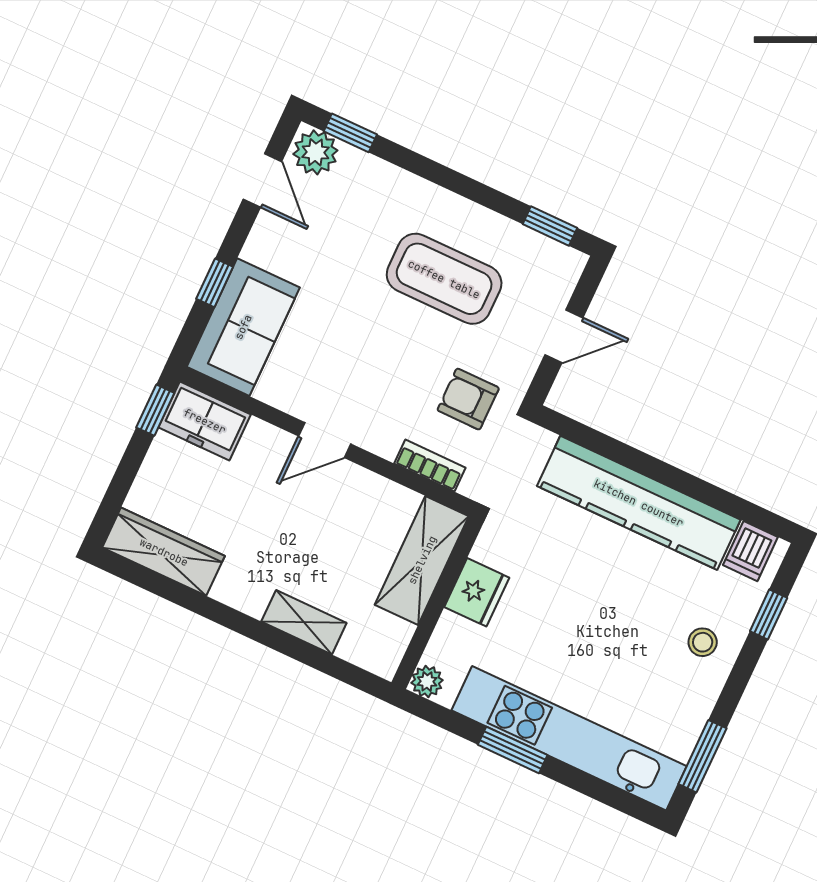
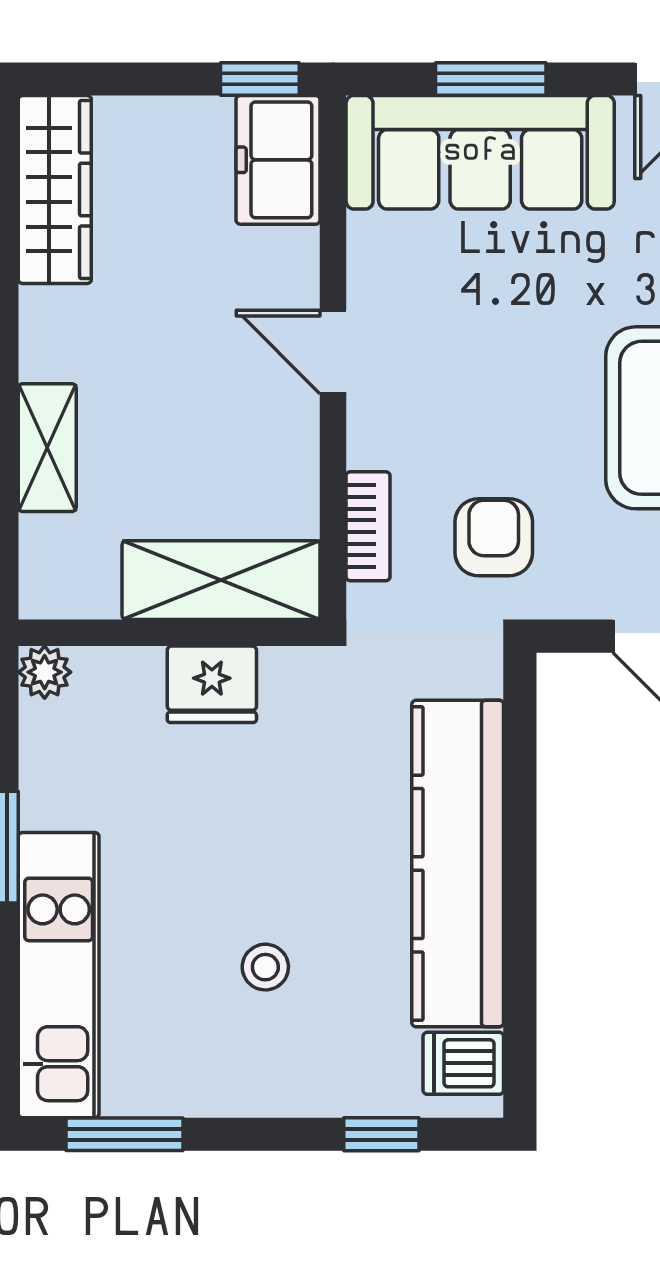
window: (215, 283) -> (491, 79), width x1.50
sofa: (243, 327) -> (480, 152), width x1.36
stool: (703, 642) -> (265, 967), moved
kitchen unit: (569, 738) -> (59, 975), width x0.73

